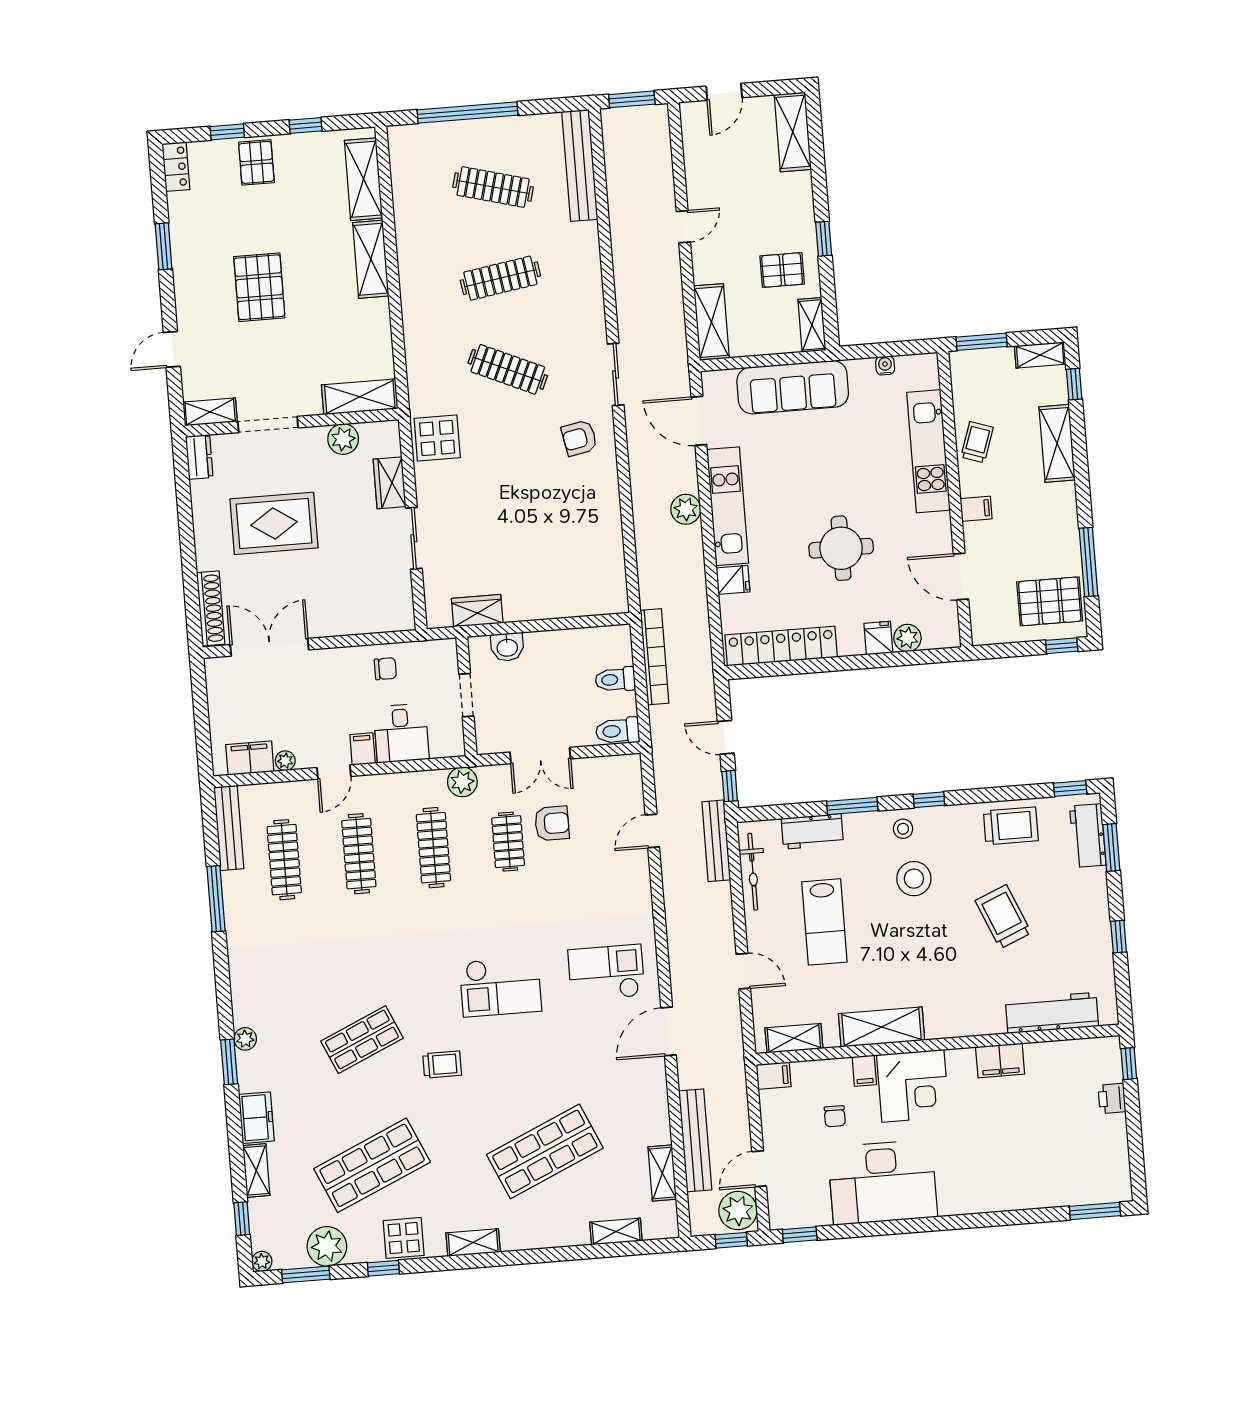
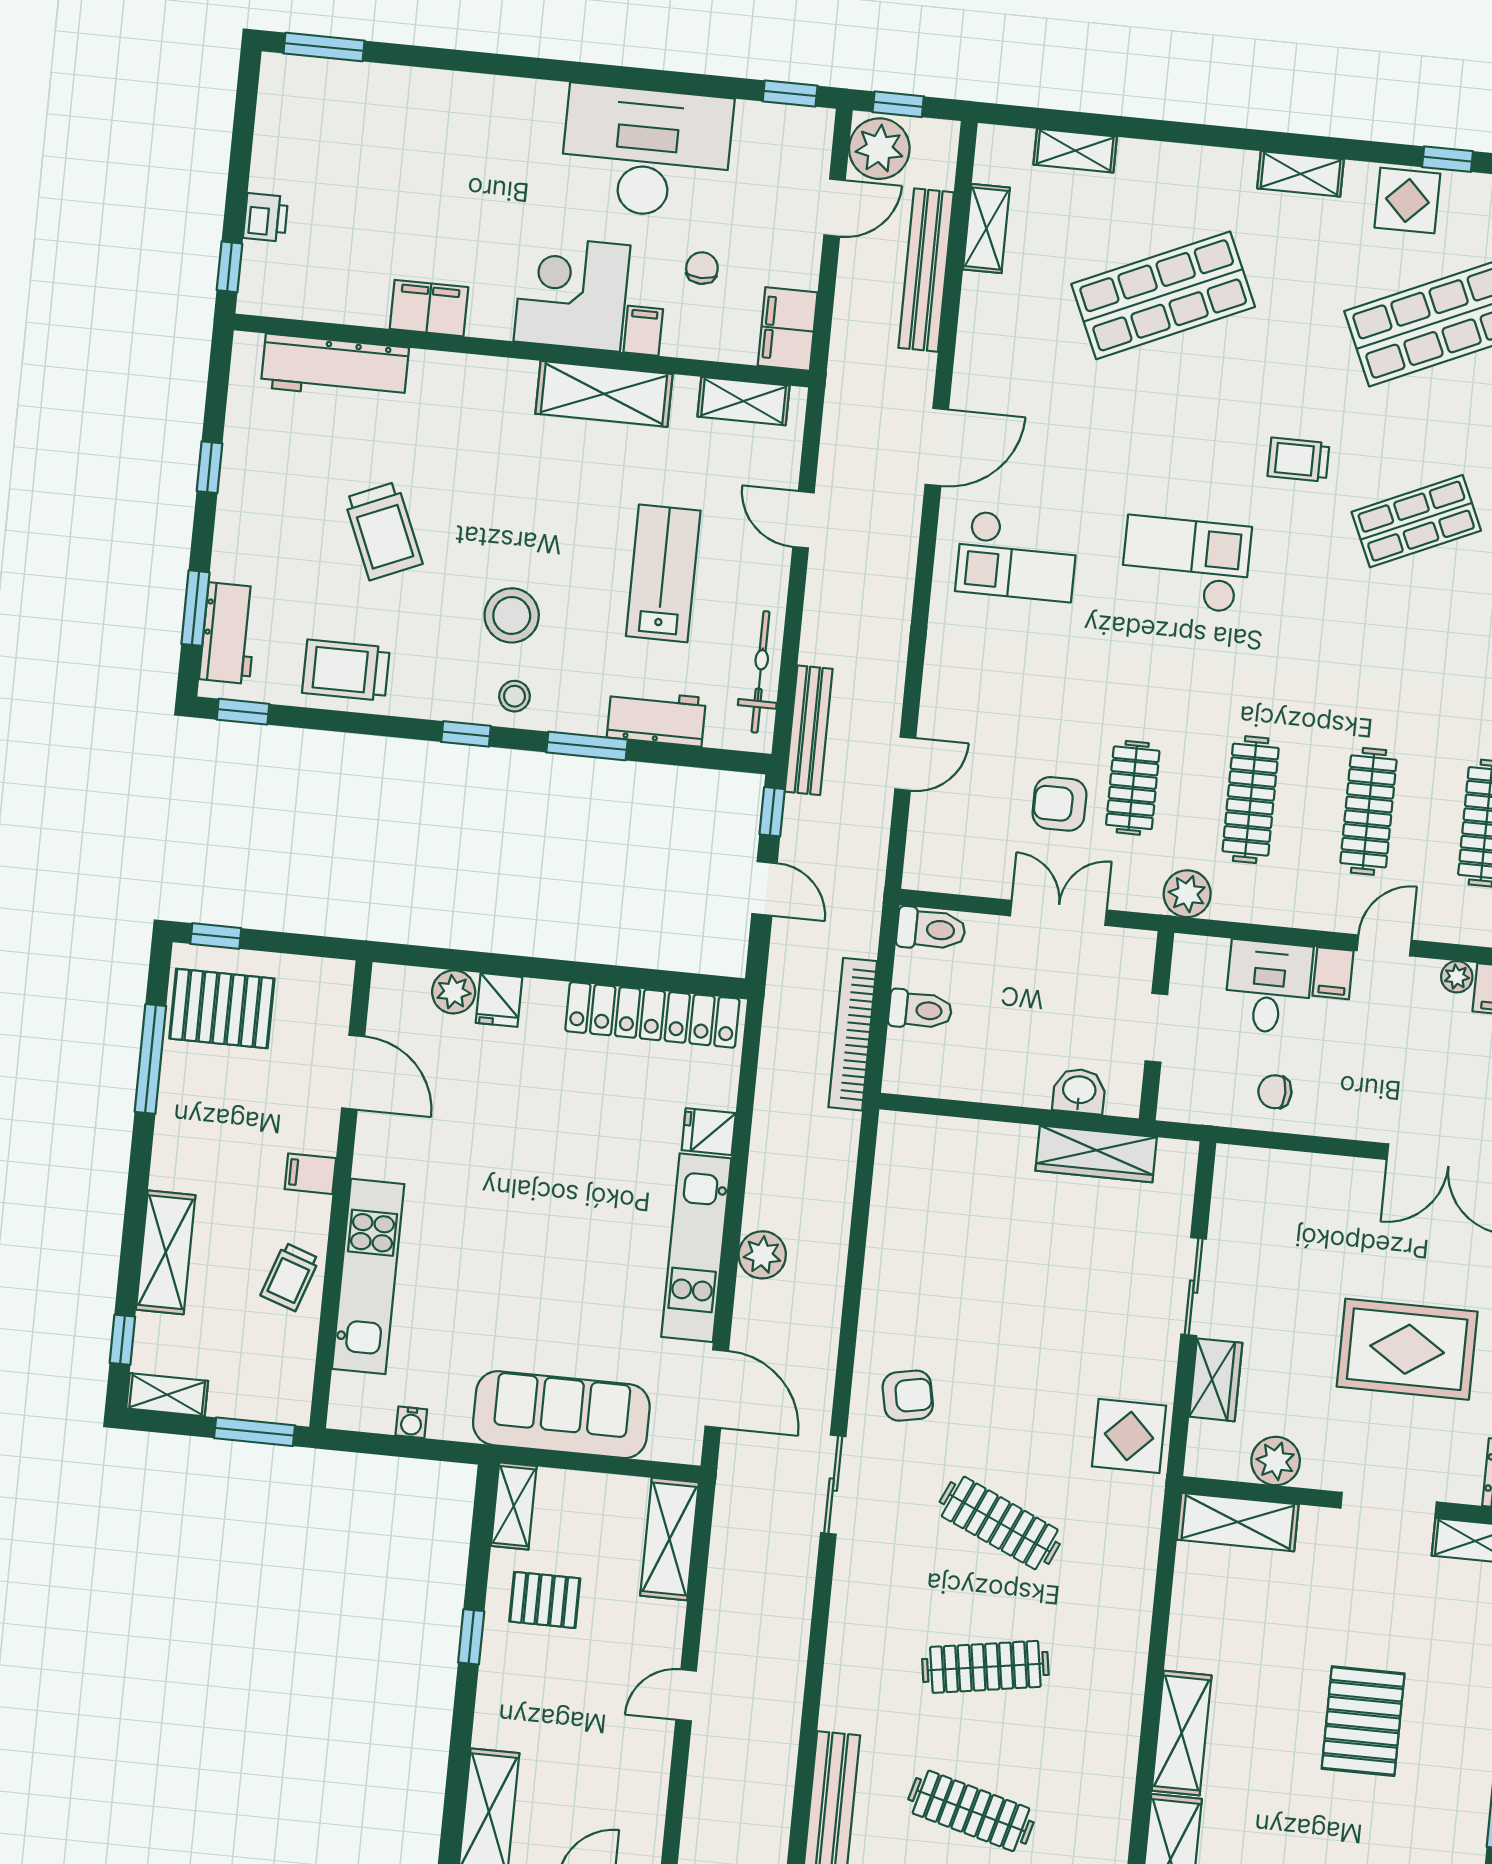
round table: (841, 548) -> (532, 1150), removed
wardrobe: (477, 611) -> (1096, 1154), width x1.50
filing cabinet: (774, 1076) -> (788, 329), width x2.00

